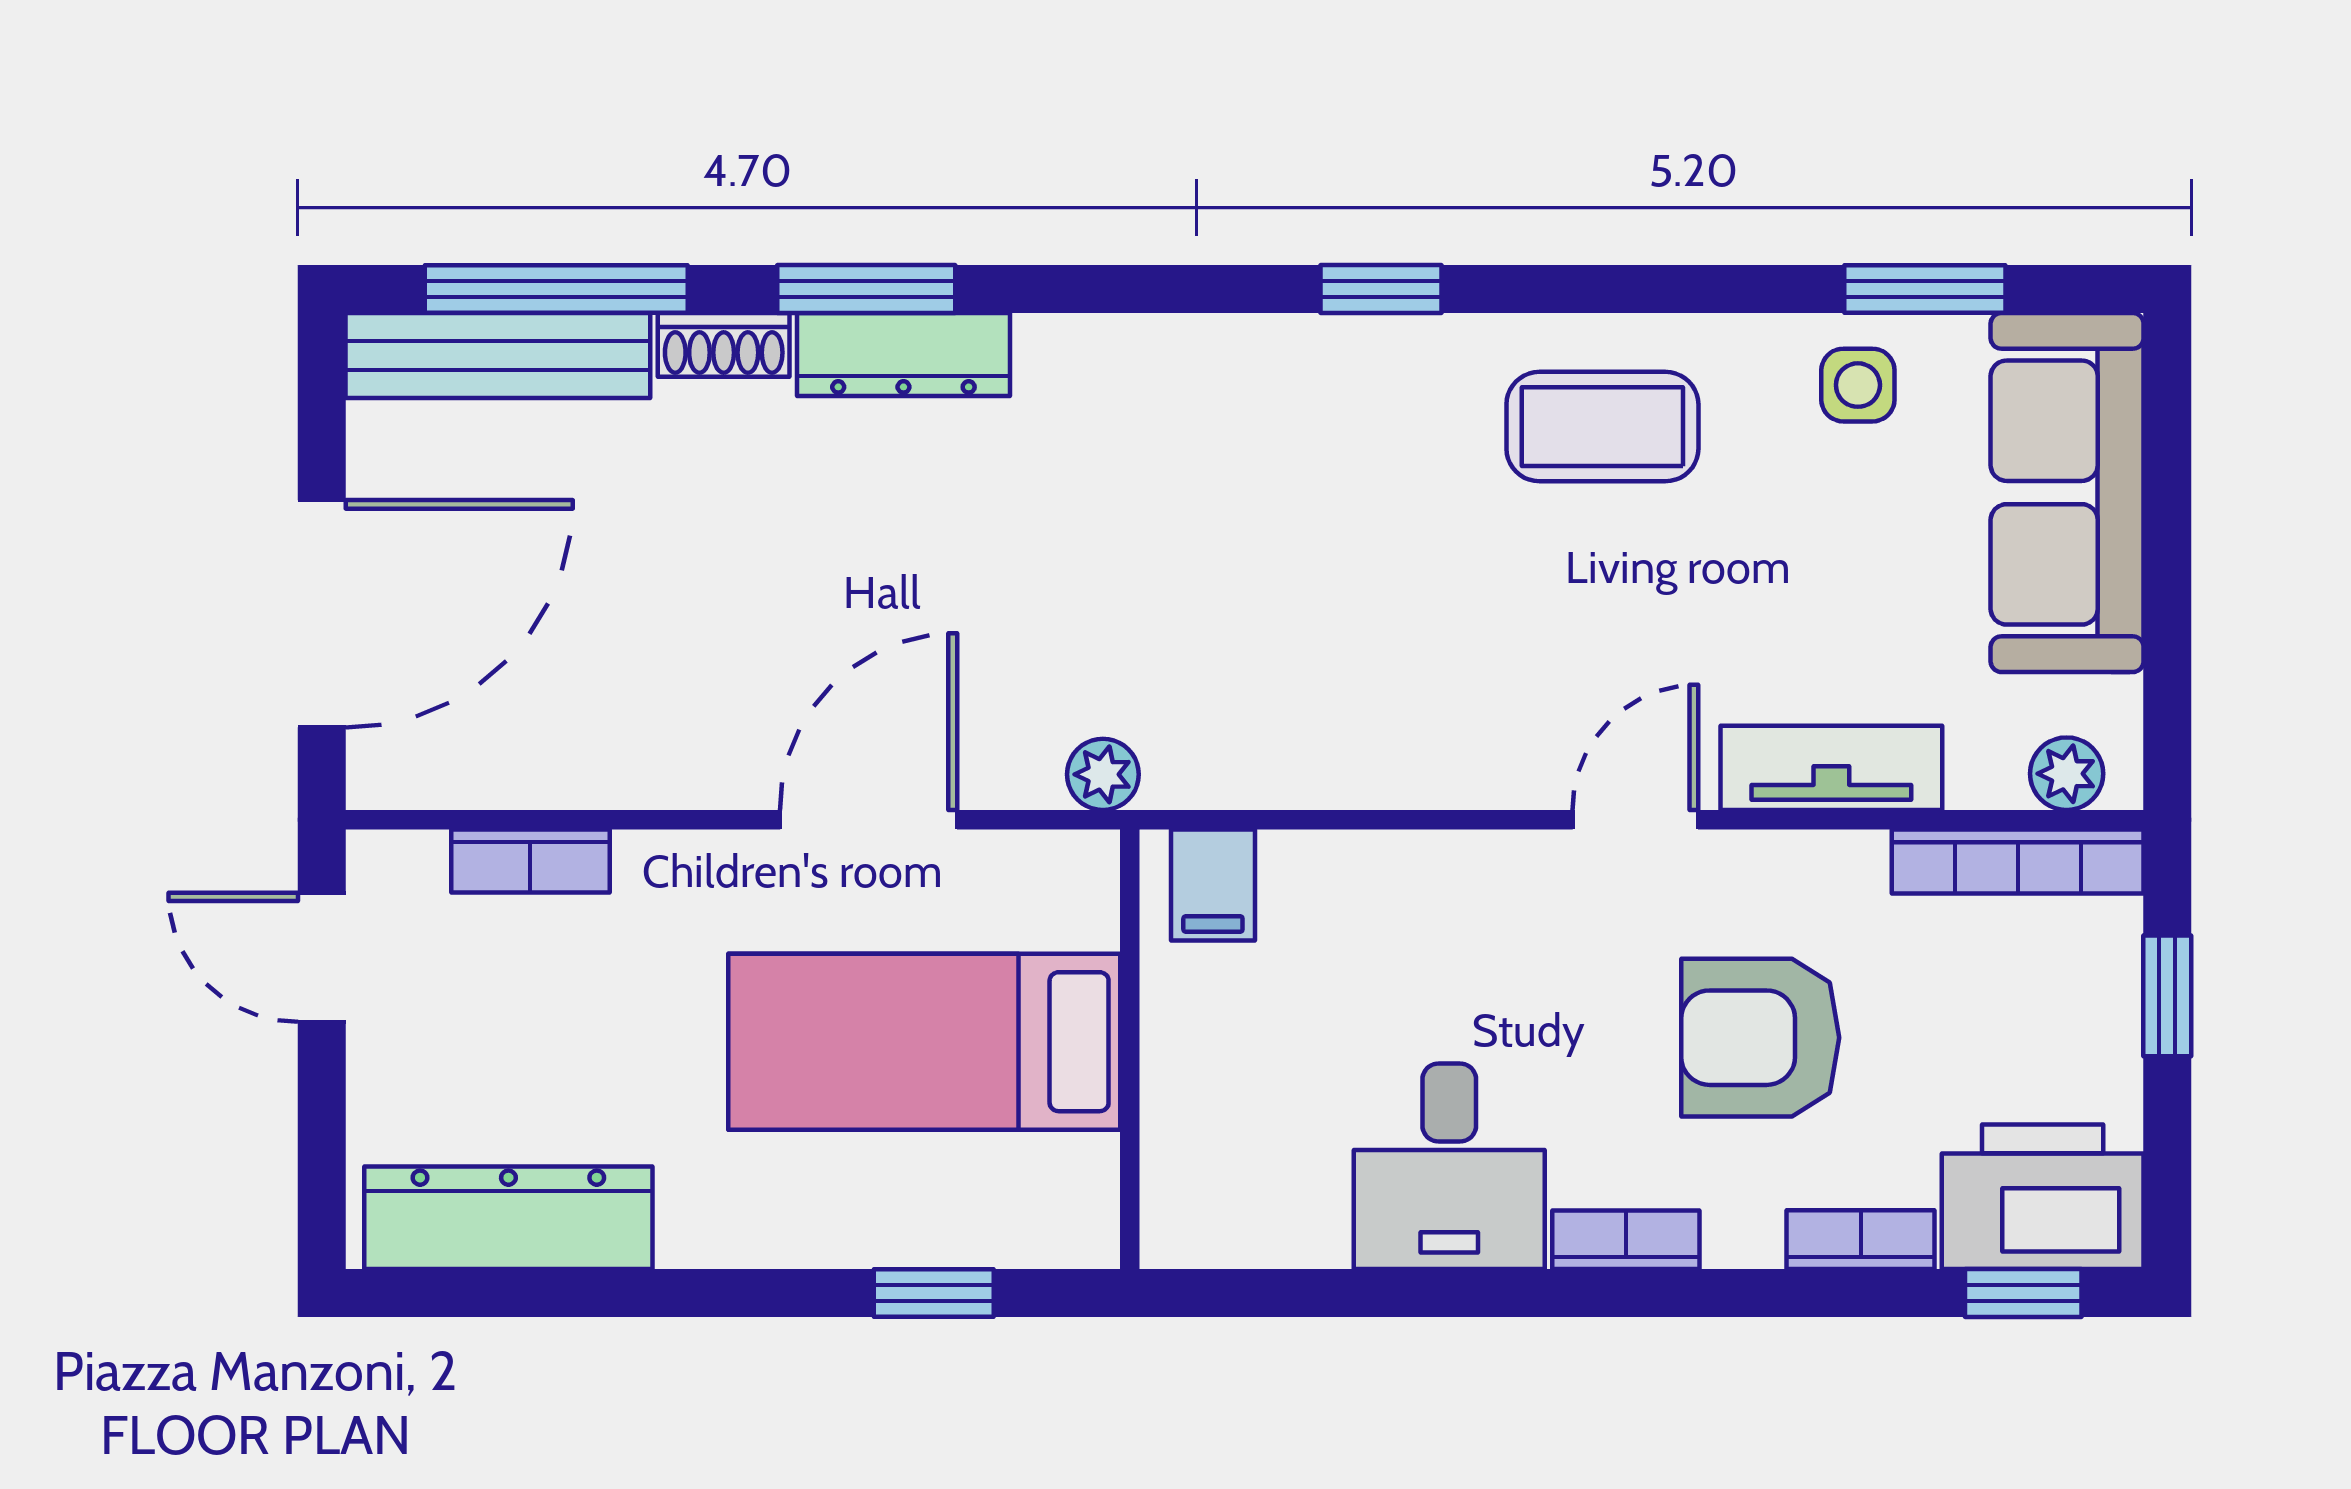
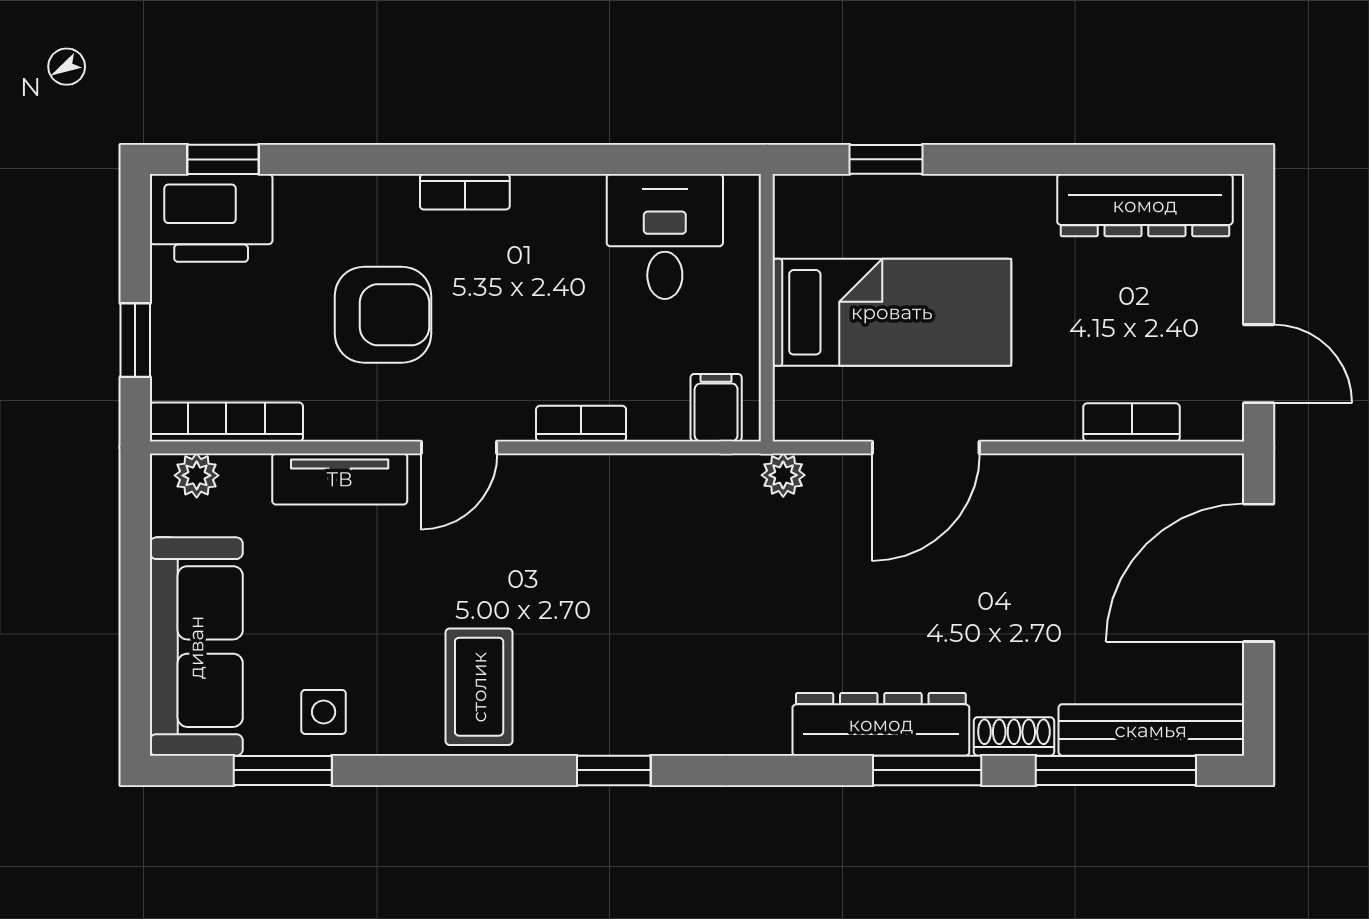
dresser: (903, 354) -> (881, 724), width x1.37, depth x1.24
coffee table: (1602, 427) -> (479, 687), turned 90
desk: (1449, 1166) -> (665, 236), moved
bookcase: (1861, 1240) -> (581, 424), moved, turned 180

